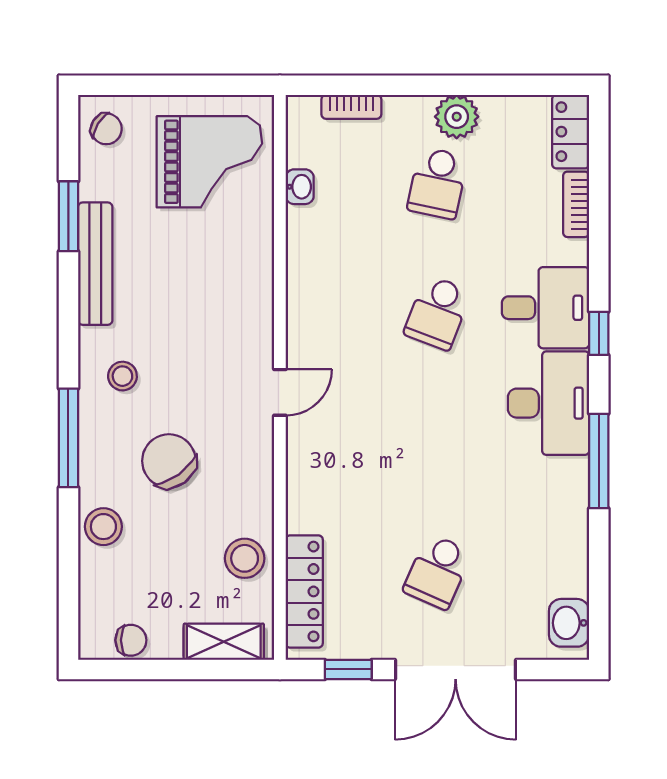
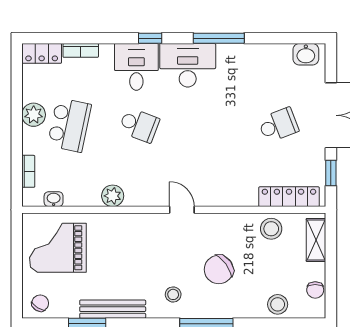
grand piano: (209, 162) -> (58, 248), turned -90
school desk: (437, 183) -> (69, 125), width x1.85
washbasin: (300, 187) -> (54, 199), moved
plant: (306, 264) -> (113, 196), added
stool: (103, 527) -> (278, 304), moved
school desk: (437, 572) -> (278, 125), turned -45
chair: (131, 640) -> (315, 290), turned 180

